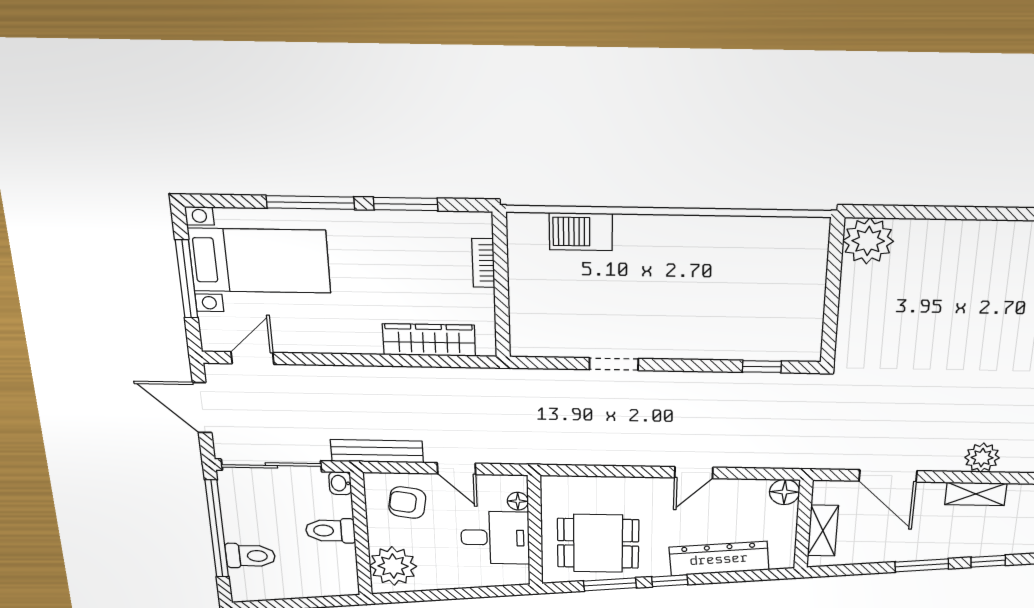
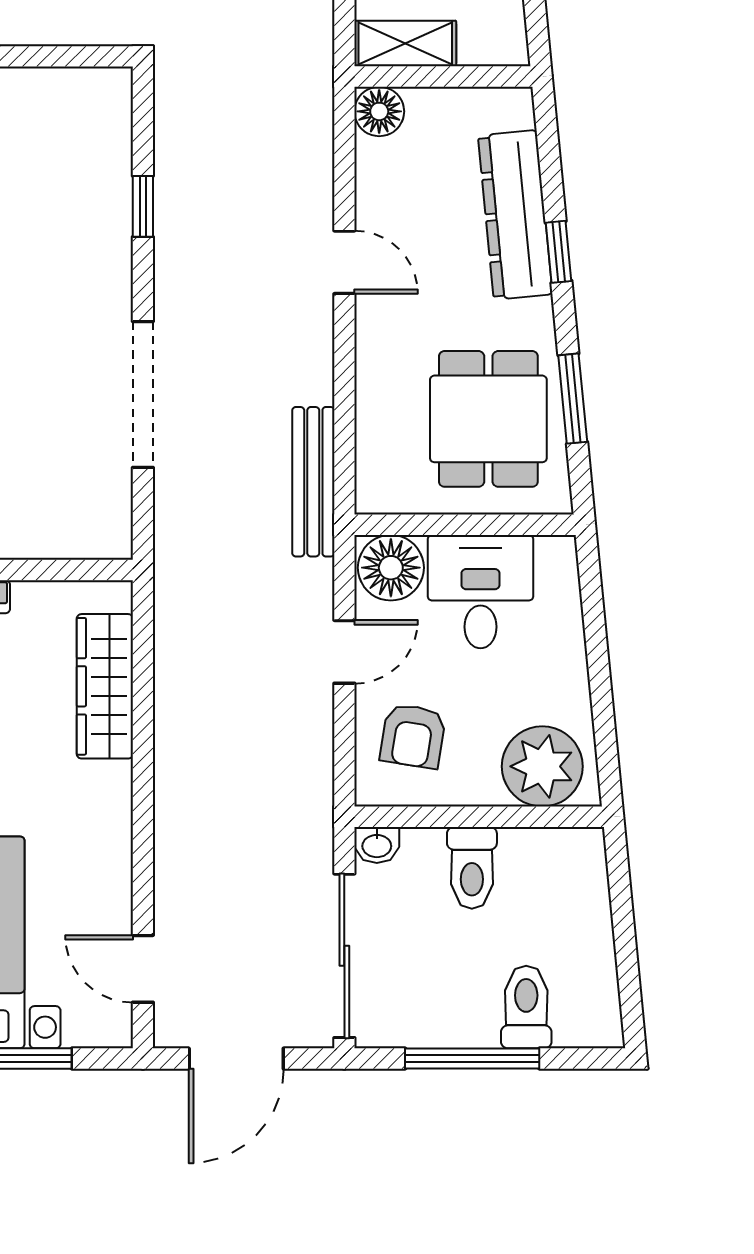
doorway: (614, 364) -> (143, 395), width x1.88
window: (762, 367) -> (143, 206), moved
bench: (377, 451) -> (313, 482), moved
floor lamp: (518, 501) -> (391, 568), width x1.89, depth x1.89
window: (217, 529) -> (472, 1058), width x0.68
shelving: (823, 531) -> (405, 44), moved
window: (670, 581) -> (559, 252), moved

